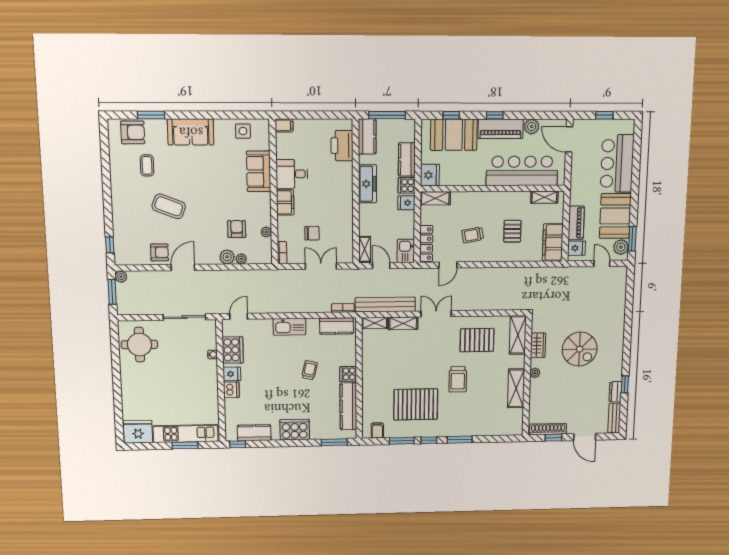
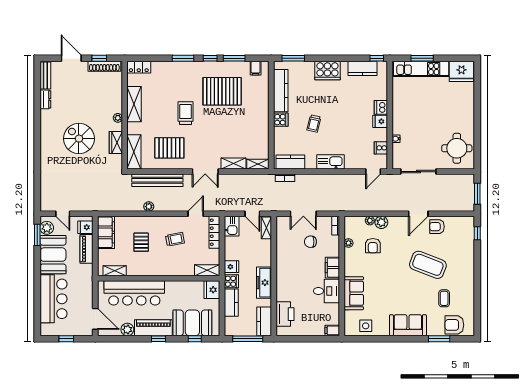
coffee table: (169, 206) -> (428, 265), width x1.36, depth x1.32
plant: (121, 277) -> (149, 207), moved
bench: (385, 305) -> (157, 180), moved
cooker: (233, 350) -> (381, 148), width x0.53, depth x0.76
window: (625, 384) -> (37, 106), removed
locker: (510, 429) -> (139, 67), added

